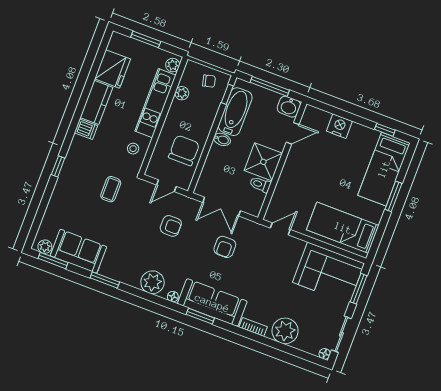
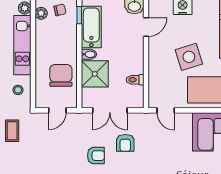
plant: (182, 93) -> (41, 13), moved
shower: (263, 162) -> (95, 74), moved
side table: (326, 182) -> (189, 57), added
armchair: (171, 226) -> (96, 156), moved
door: (280, 229) -> (166, 110), swing flipped

